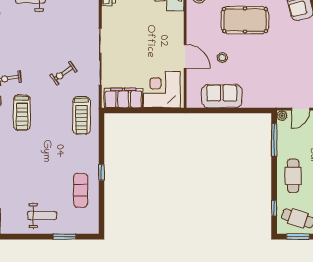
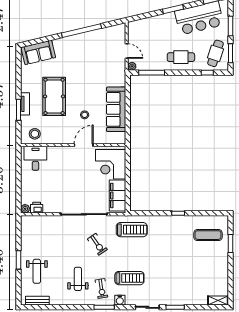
sofa: (222, 96) -> (116, 109), width x1.36
exercise mat: (81, 190) -> (208, 235), moved
weight bench: (42, 216) -> (78, 279), moved

